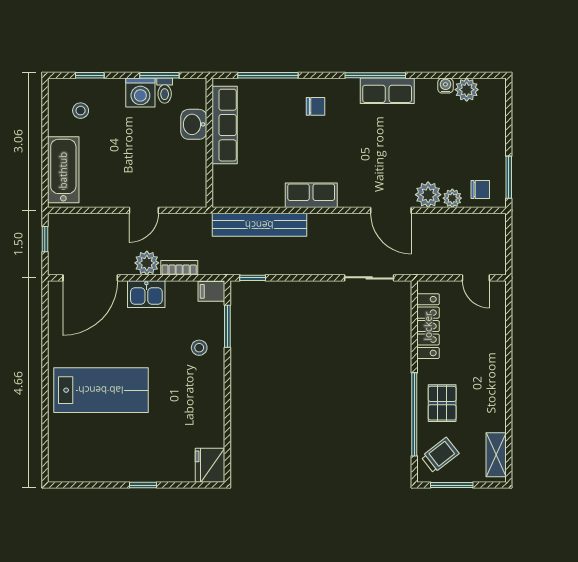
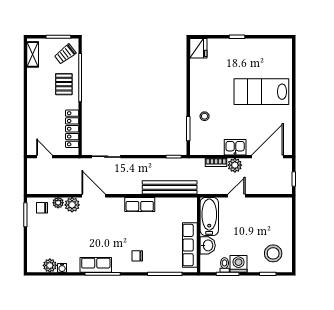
stool: (81, 111) -> (273, 253), width x1.89, depth x1.89
bathtub: (63, 170) -> (209, 216), moved, turned 180
filing cabinet: (211, 291) -> (197, 149), removed

